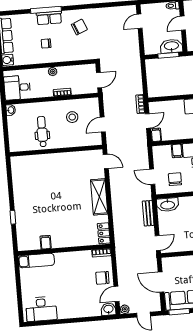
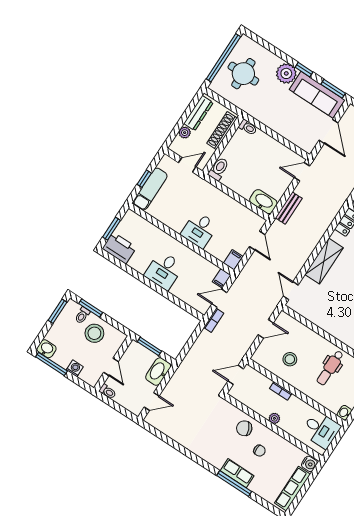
door: (183, 23) -> (111, 367), hinge flipped
chair: (79, 27) -> (244, 428), moved
washbasin: (171, 46) -> (158, 372), moved, turned 90
filing cabinet: (177, 151) -> (233, 260), moved
chair: (175, 179) -> (237, 221), removed

